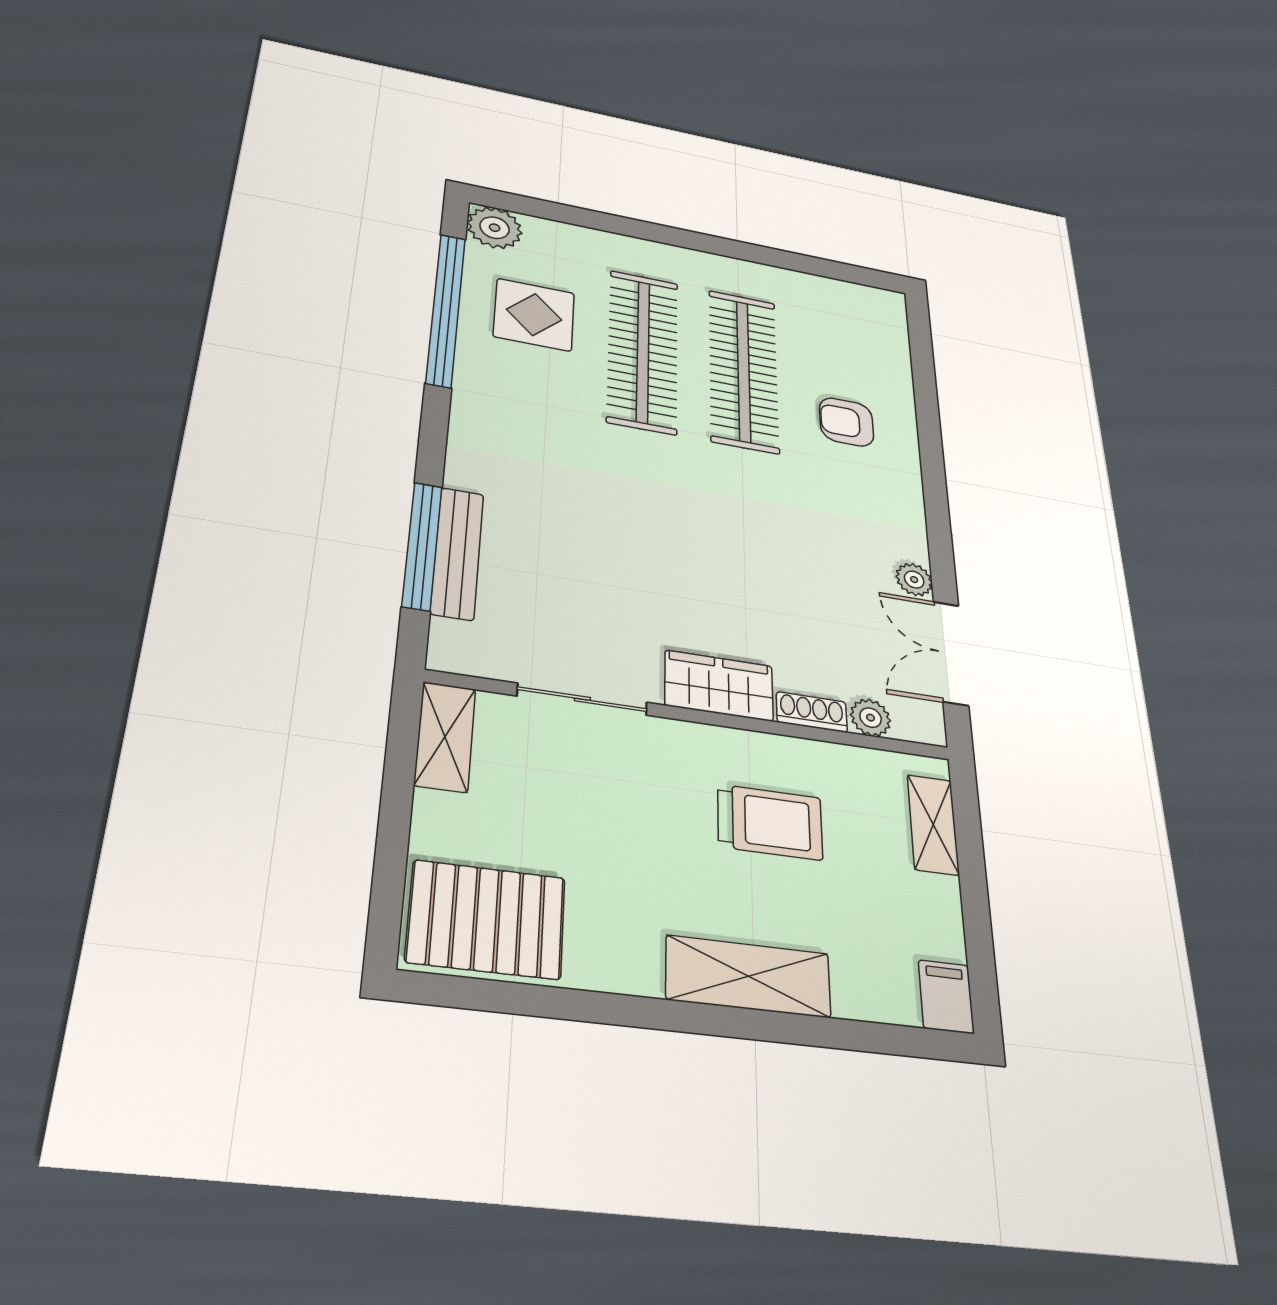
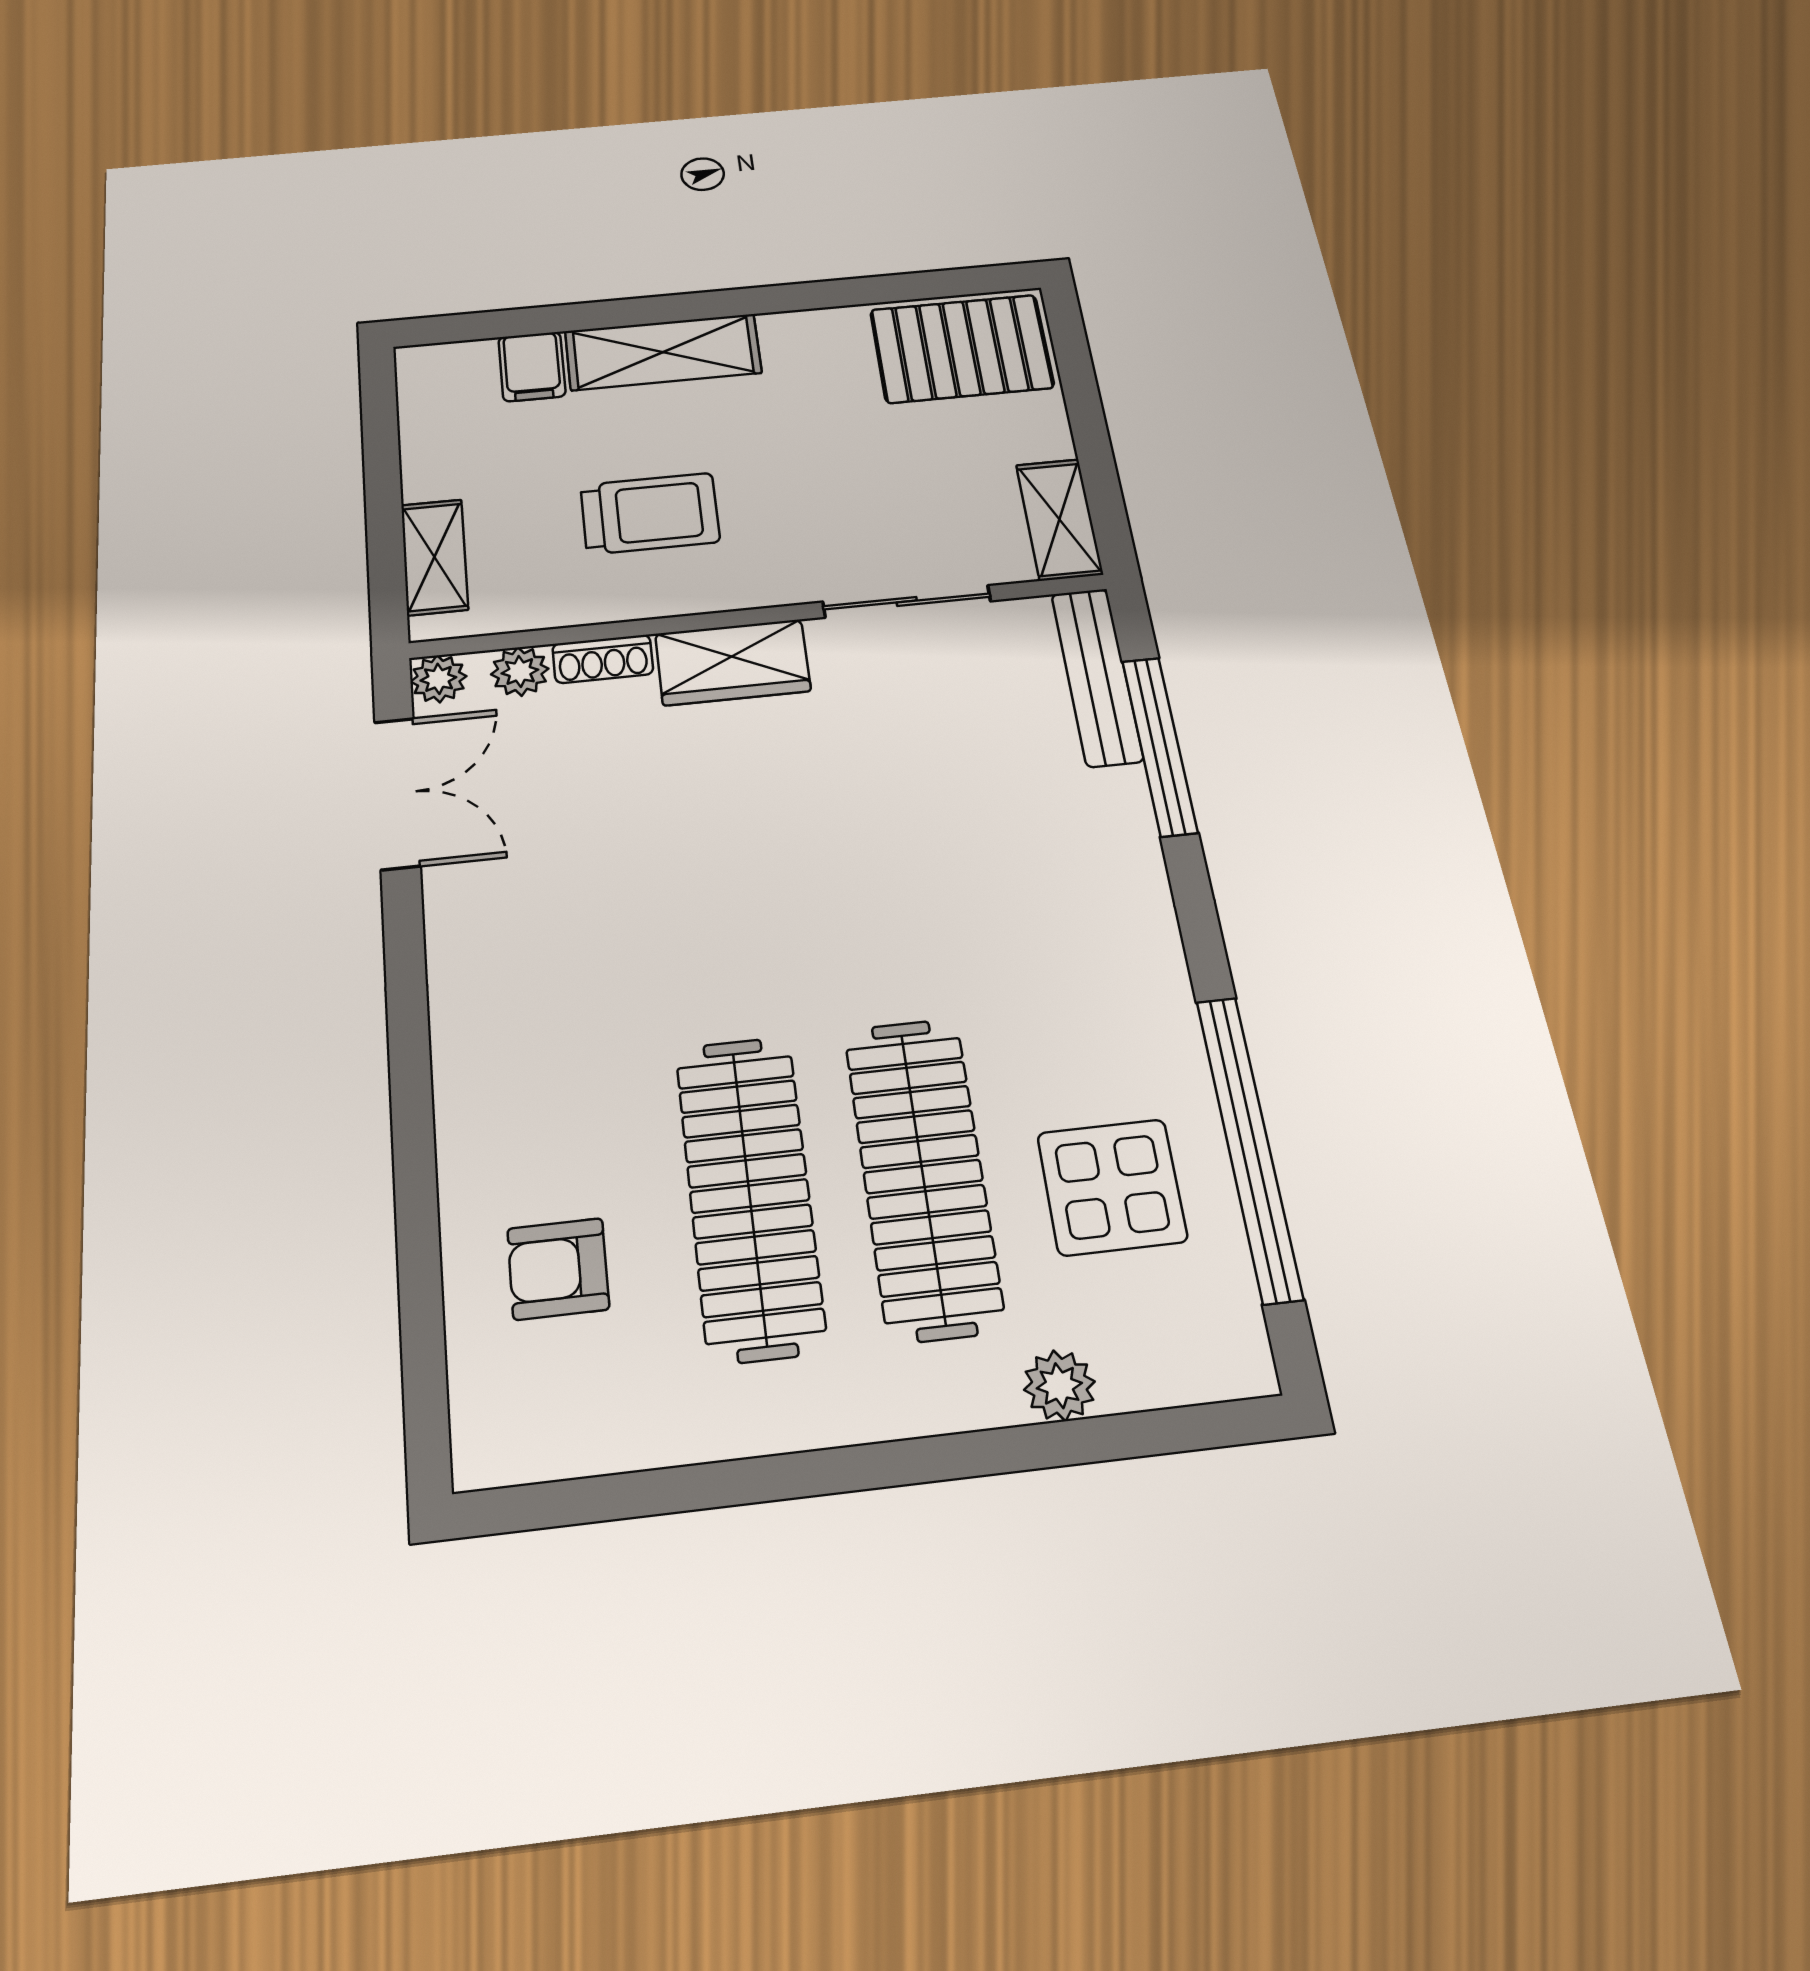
plant: (495, 228) -> (1059, 1386), moved, width x0.73, depth x0.73
armchair: (847, 422) -> (558, 1269), moved, turned 180
bench: (457, 553) -> (1097, 677), moved
plant: (914, 580) -> (438, 679), moved
trolley: (770, 822) -> (650, 513), turned 180
filing cabinet: (946, 997) -> (532, 367), moved

